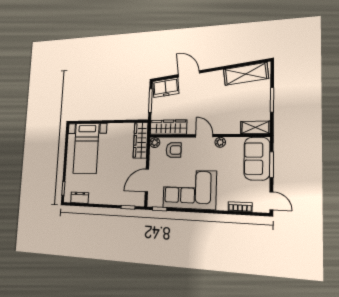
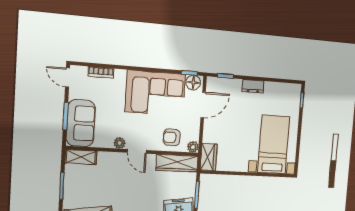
wardrobe: (141, 140) -> (209, 157), width x0.67
dresser: (80, 198) -> (253, 86), moved
floor lamp: (156, 200) -> (193, 82), added

